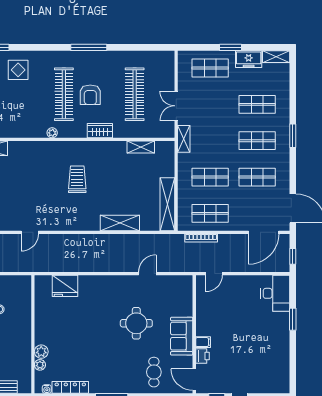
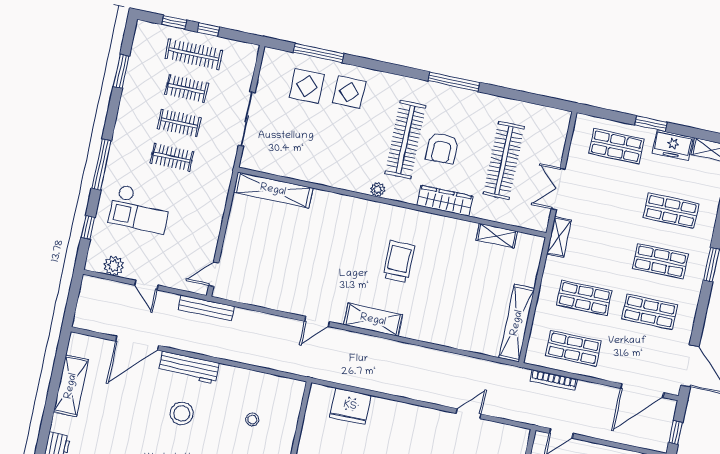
wardrobe: (100, 131) -> (445, 201), width x1.50
shelving: (120, 223) -> (373, 320), moved

